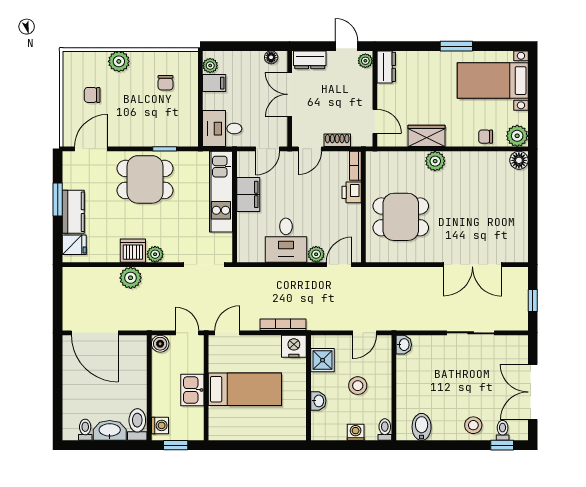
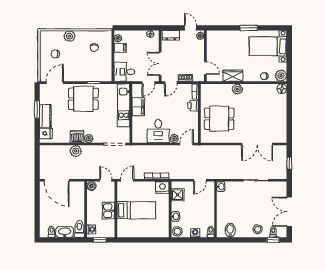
dresser: (386, 67) -> (211, 39), removed
double door: (290, 94) -> (160, 64), moved
stool: (358, 386) -> (177, 231), moved

